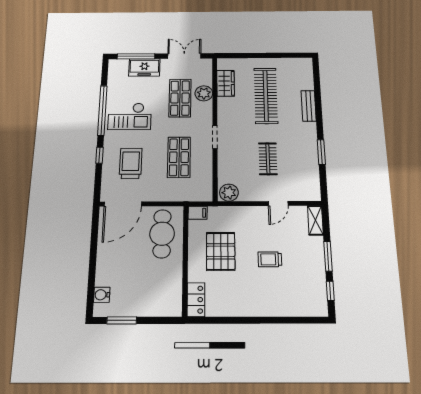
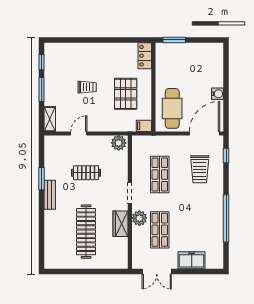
window: (136, 56) -> (199, 272), removed
wardrobe: (226, 83) -> (120, 224), moved
plant: (204, 93) -> (139, 218), moved
bench: (309, 106) -> (50, 195), moved
checkout: (130, 116) -> (203, 213), removed
window: (100, 155) -> (226, 156), moved
clothes rail: (268, 159) -> (86, 173), turned 90
water cooler: (102, 295) -> (217, 94), moved
window: (122, 320) -> (174, 40), moved

